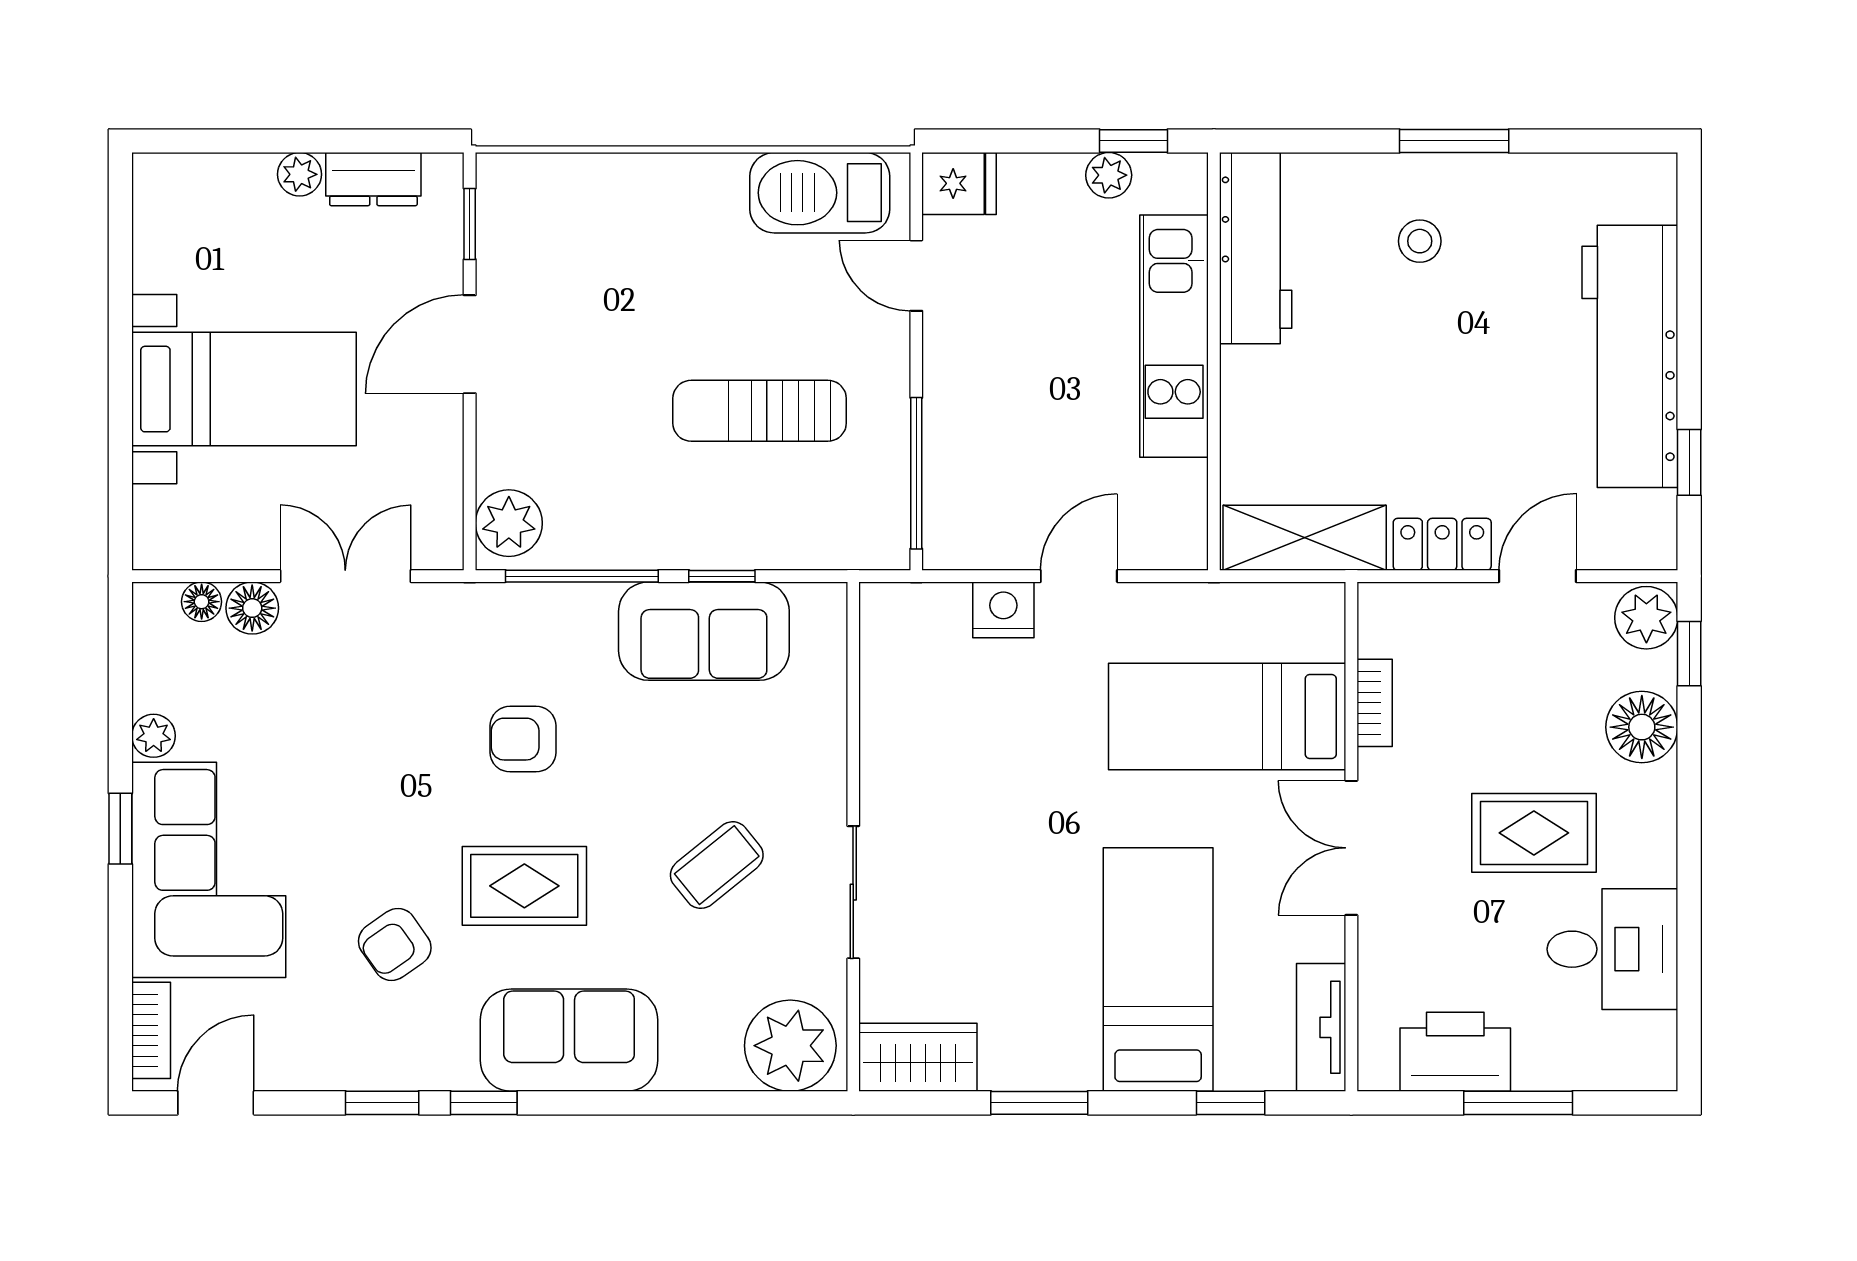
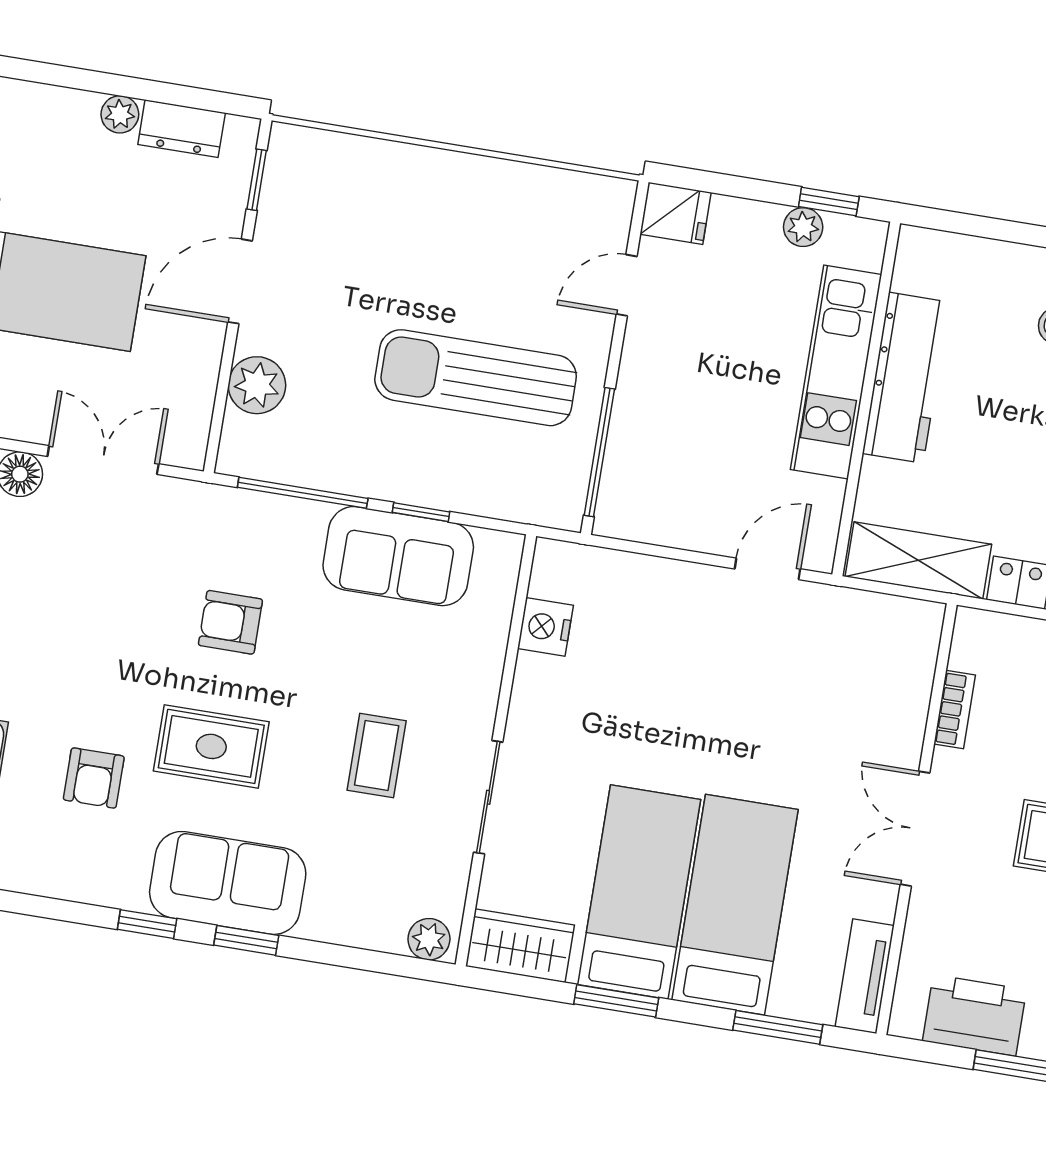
barbecue: (820, 193) -> (557, 202), removed
workbench: (1256, 248) -> (906, 378), moved
door: (916, 276) -> (627, 285), hinge flipped
sun lounger: (760, 411) -> (476, 378), width x1.36, depth x1.34
plant: (509, 523) -> (257, 385), moved
door: (1079, 576) -> (768, 569), moved
nightstand: (1003, 610) -> (545, 627), moved, turned -90
bed: (1227, 717) -> (639, 892), moved, turned 90
coffee table: (717, 865) -> (377, 755), turned -51
armchair: (395, 944) -> (94, 778), turned -55
plant: (790, 1046) -> (429, 939), width x0.53, depth x0.53
window: (382, 1103) -> (246, 940), moved
window: (1231, 1103) -> (778, 1027), width x1.50

